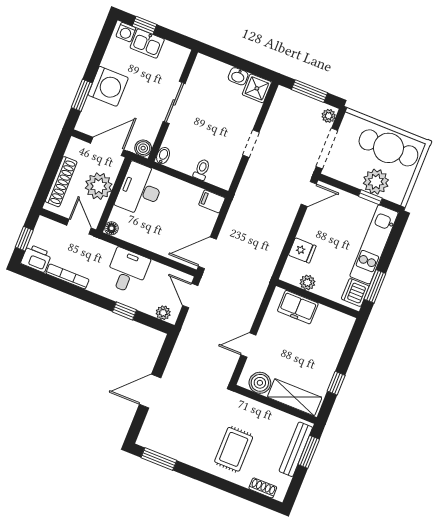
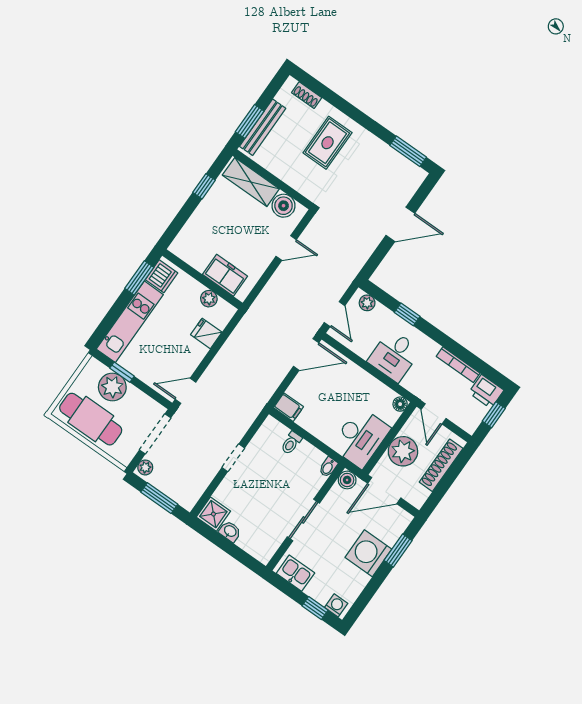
kitchen sink: (147, 43) -> (295, 573), moved

